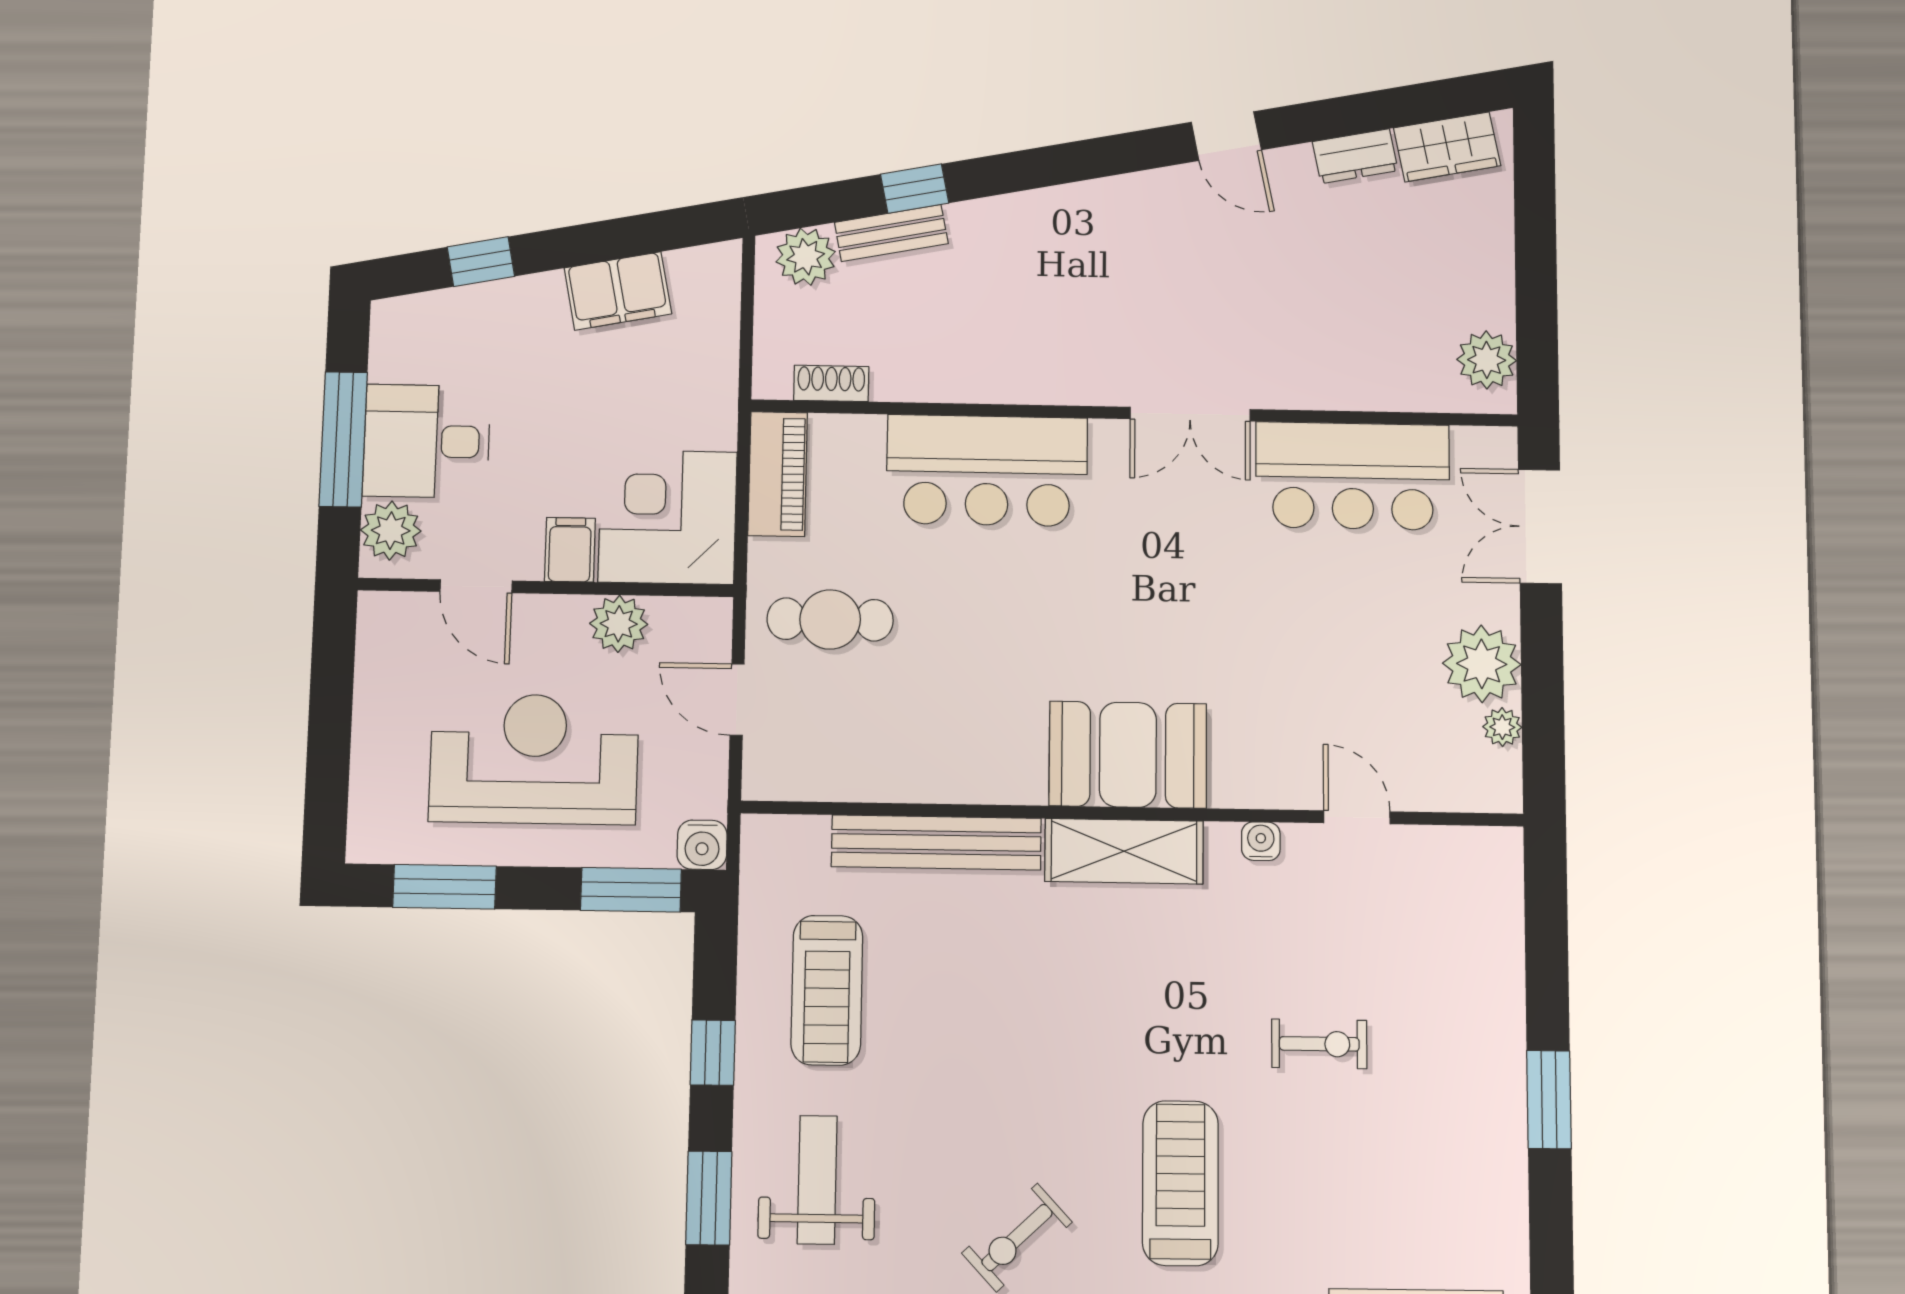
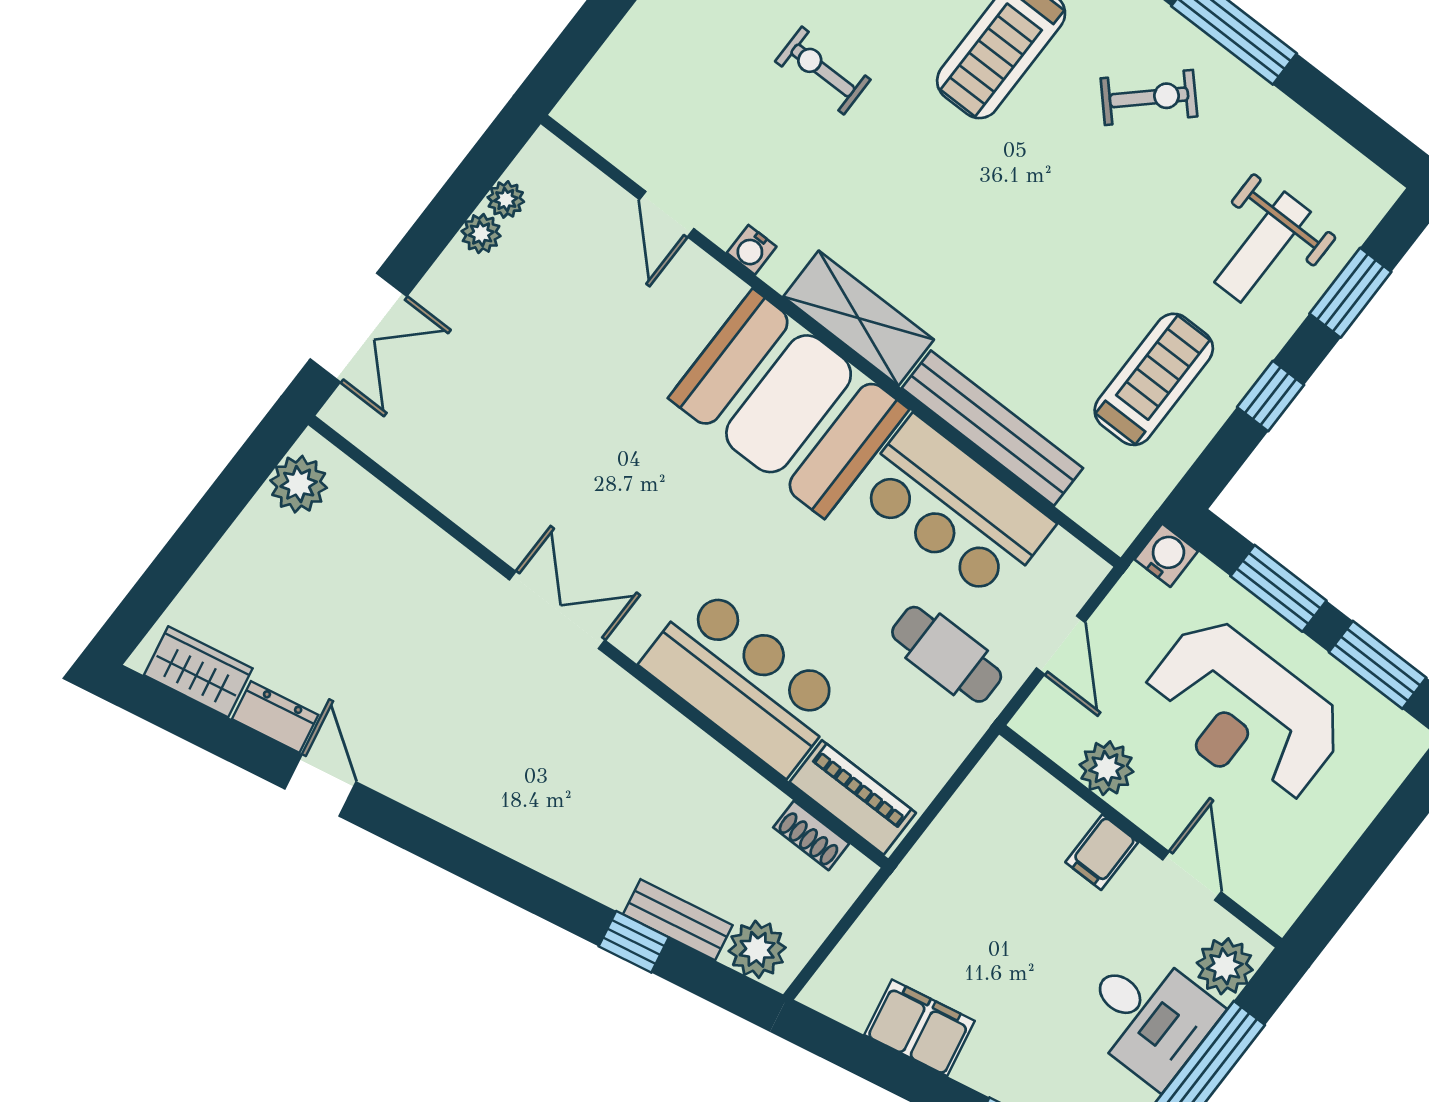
door: (1226, 136) -> (320, 785), moved
piano: (778, 474) -> (853, 797), moved, turned 90
bar counter: (1353, 476) -> (954, 508), moved, turned 180
corner desk: (668, 517) -> (1010, 823), removed
plant: (1482, 664) -> (481, 234), width x0.53, depth x0.53
booth: (1128, 755) -> (789, 404), width x1.36, depth x1.42
window: (631, 890) -> (1278, 588), moved

